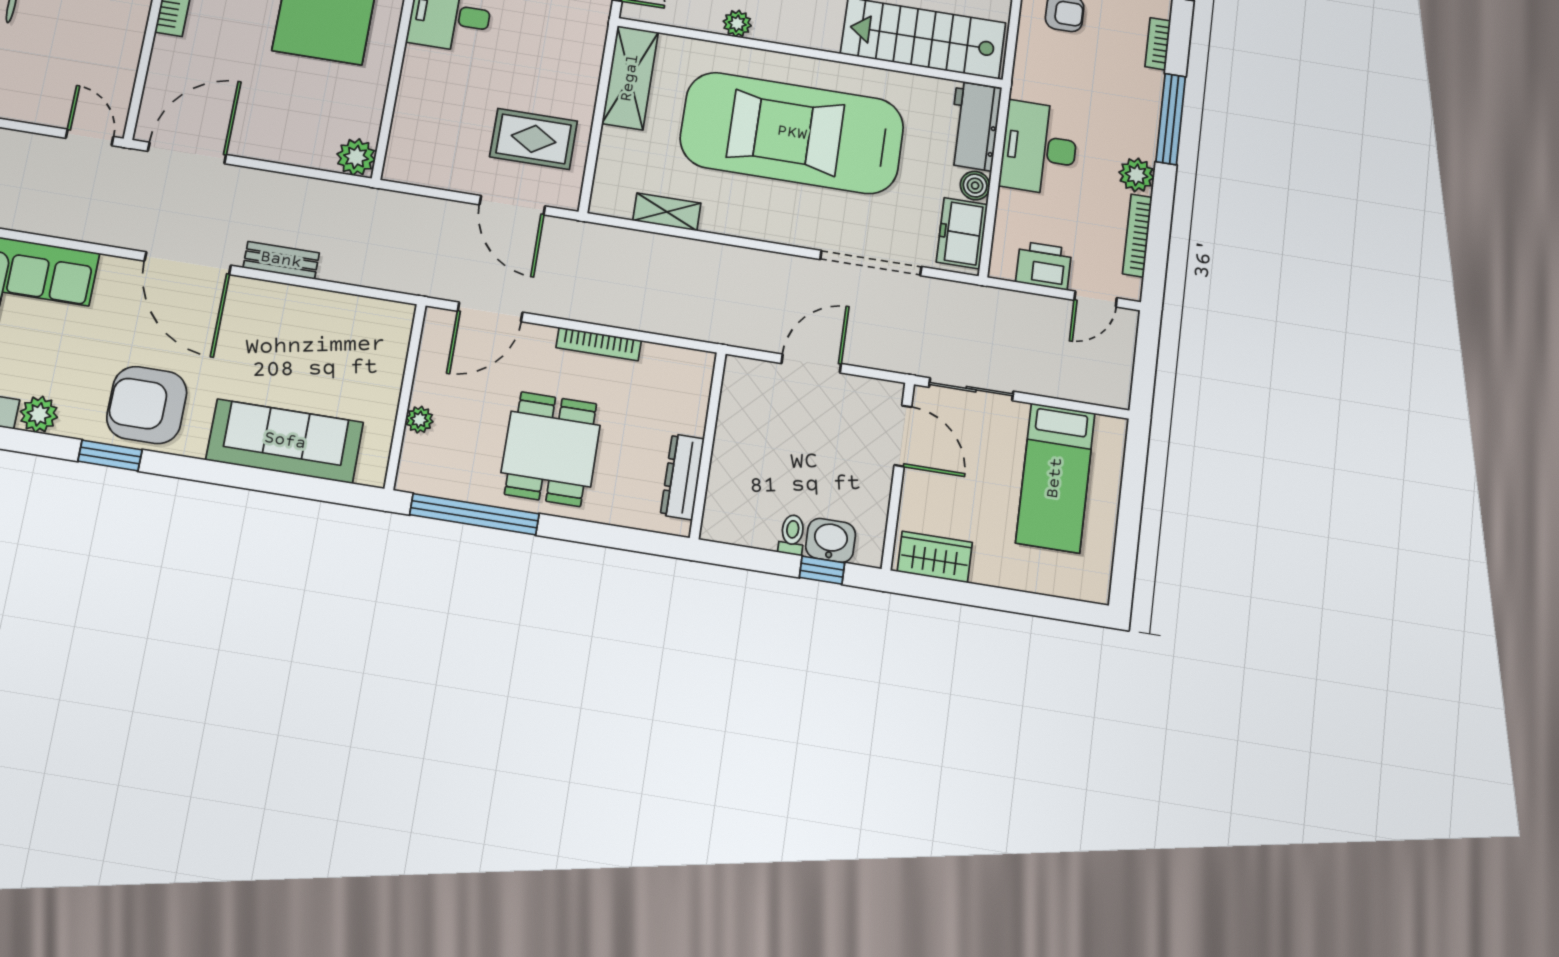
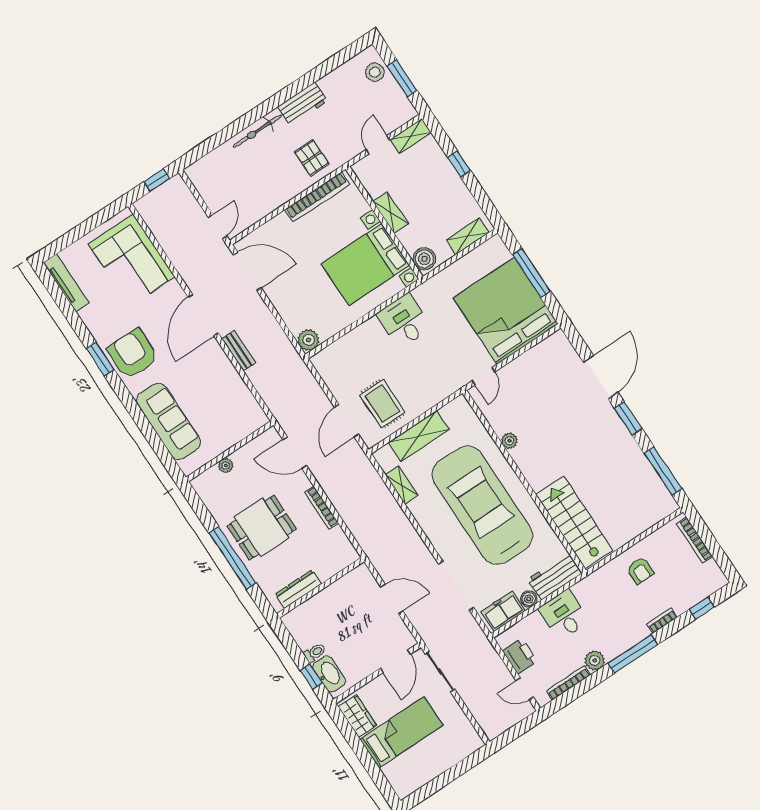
shelving: (630, 78) -> (419, 436), moved
desk: (1039, 148) -> (564, 615), width x0.73
plant: (39, 414) -> (90, 316), removed
bed: (1055, 478) -> (401, 732), moved, turned 180
window: (474, 514) -> (232, 558), moved
washbasin: (831, 540) -> (329, 674), width x1.38

